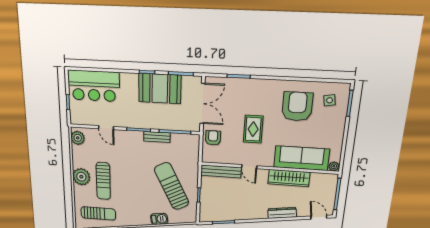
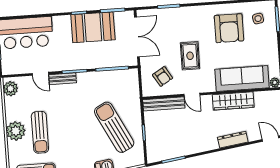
armchair: (297, 106) -> (229, 28), turned 180
bench: (157, 137) -> (63, 79), moved
armchair: (213, 138) -> (163, 76), moved, turned 149

